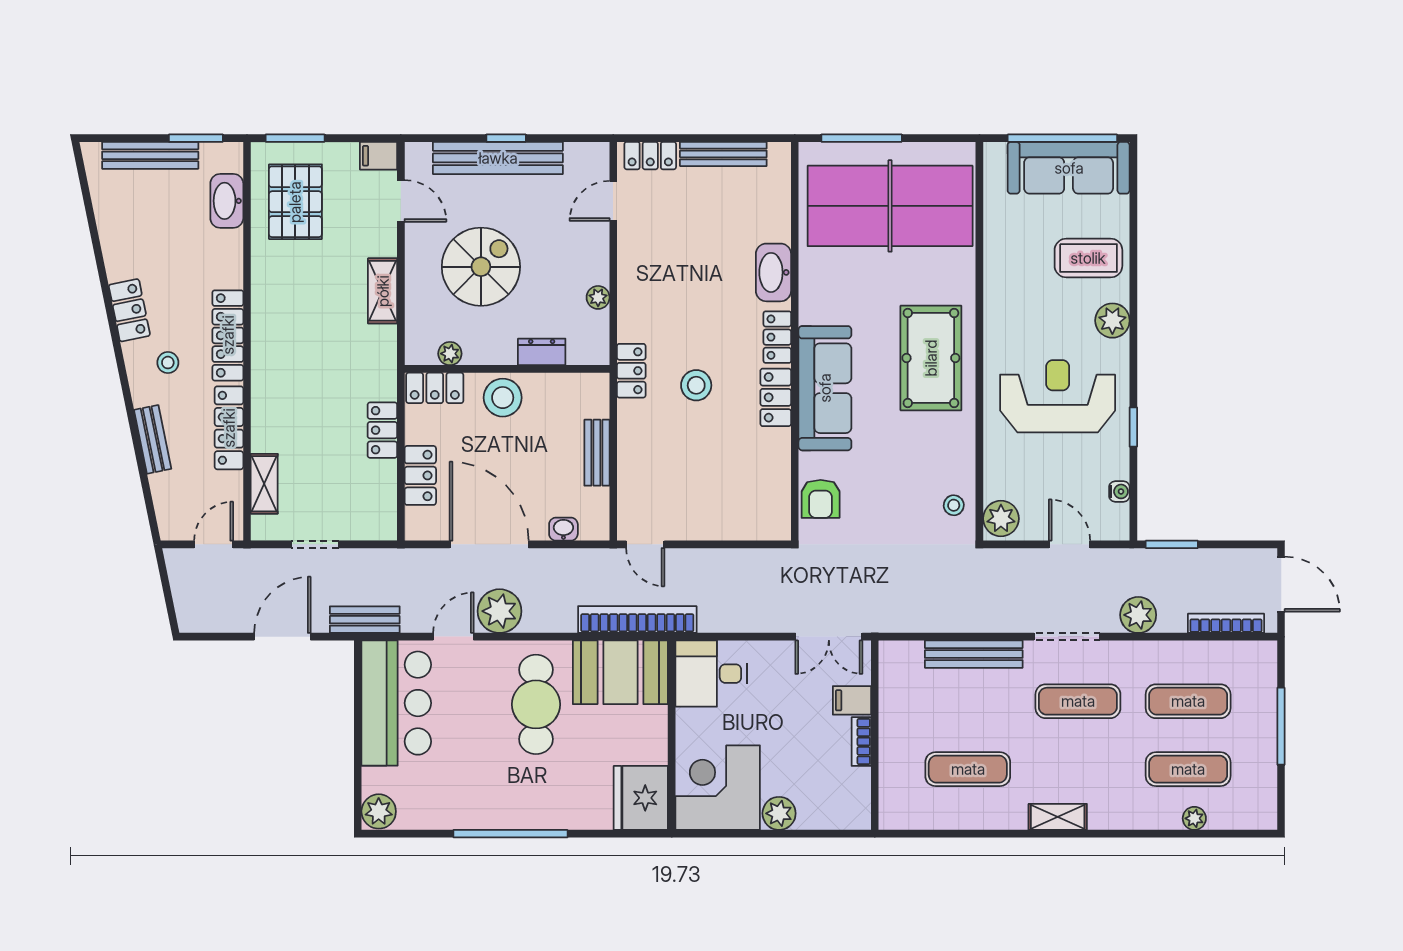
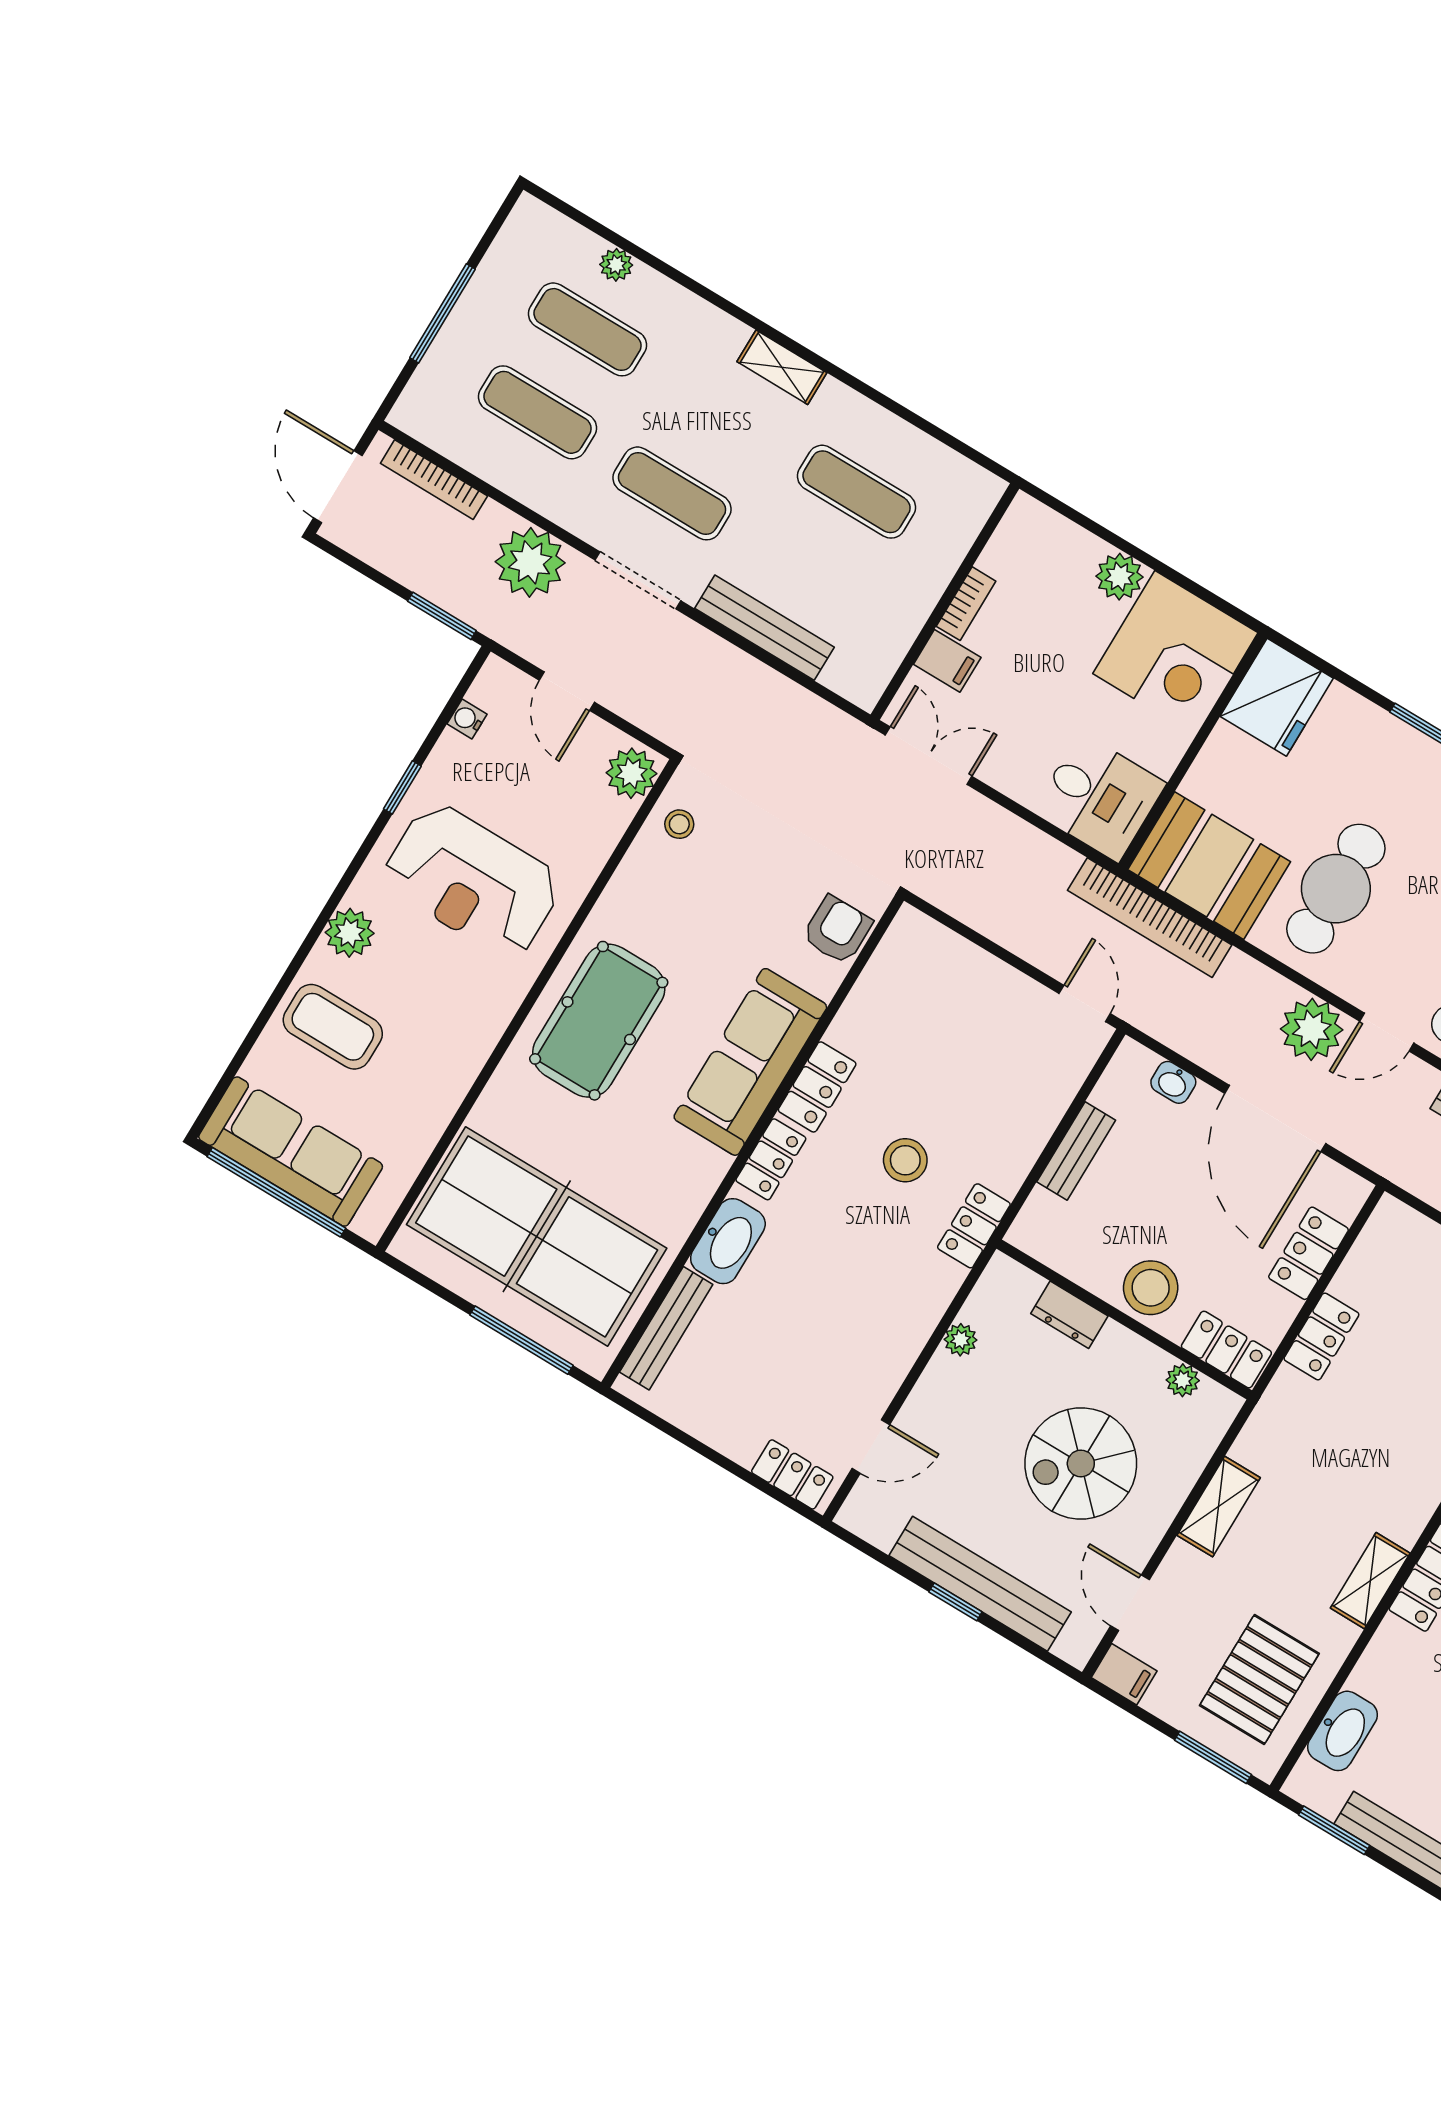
bench: (723, 154) -> (666, 1328), moved, turned 90
shelving: (265, 301) -> (1370, 1581), added
plant: (1138, 615) -> (530, 562), width x1.36, depth x1.36

